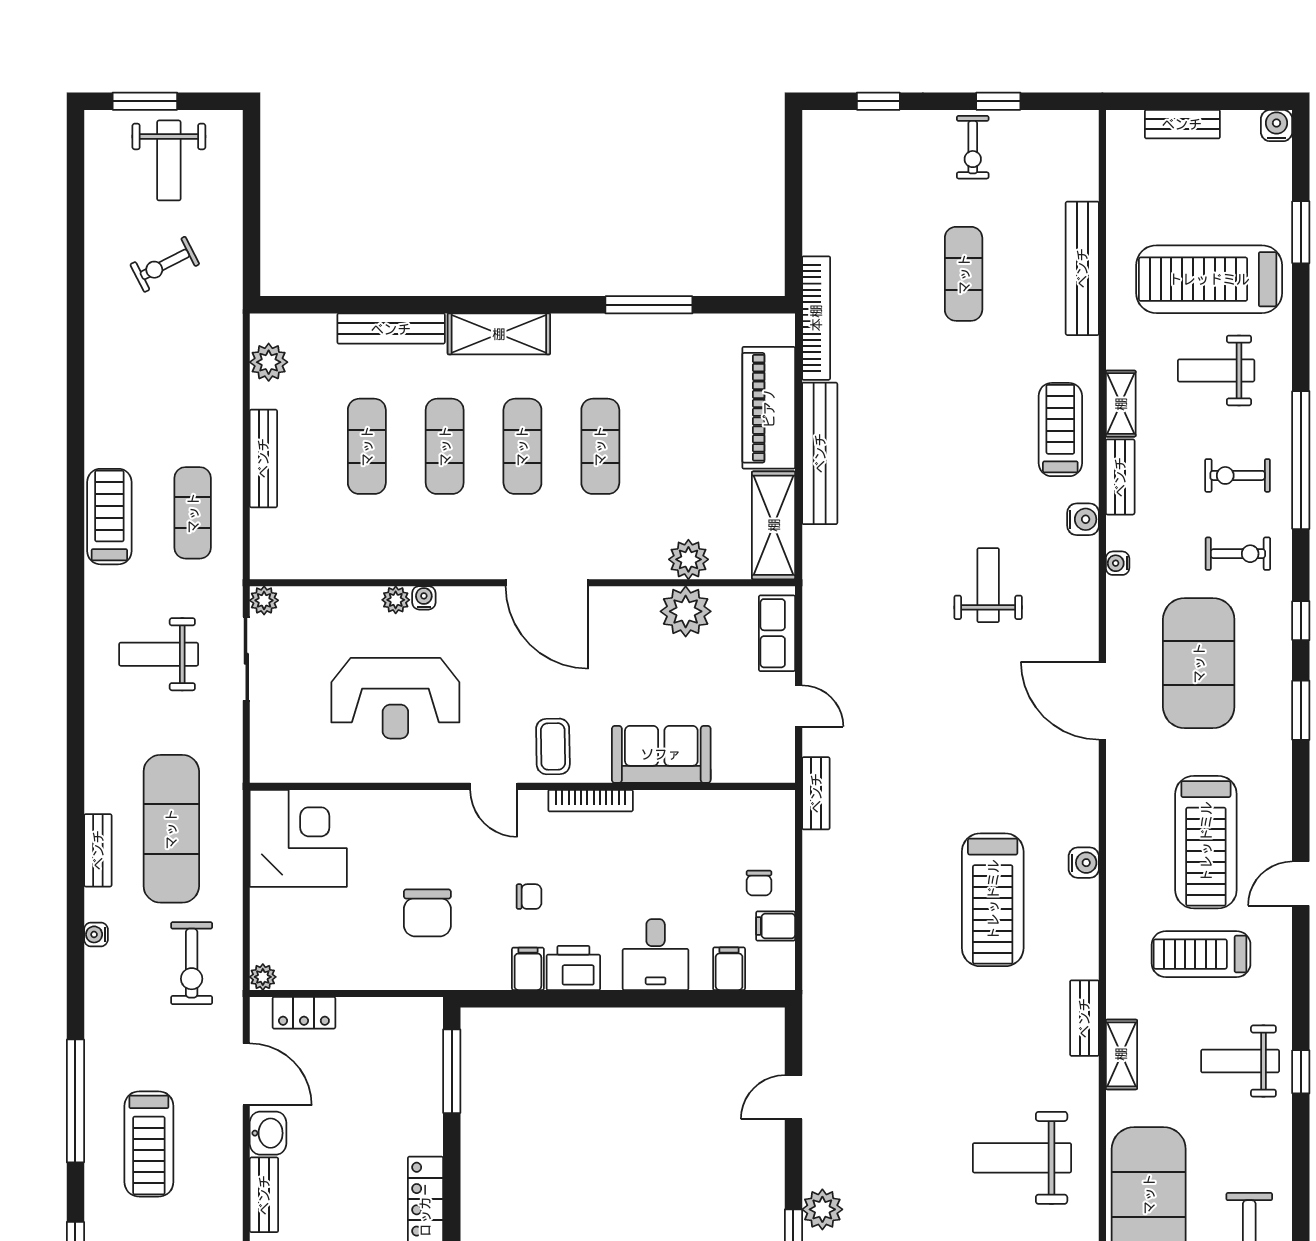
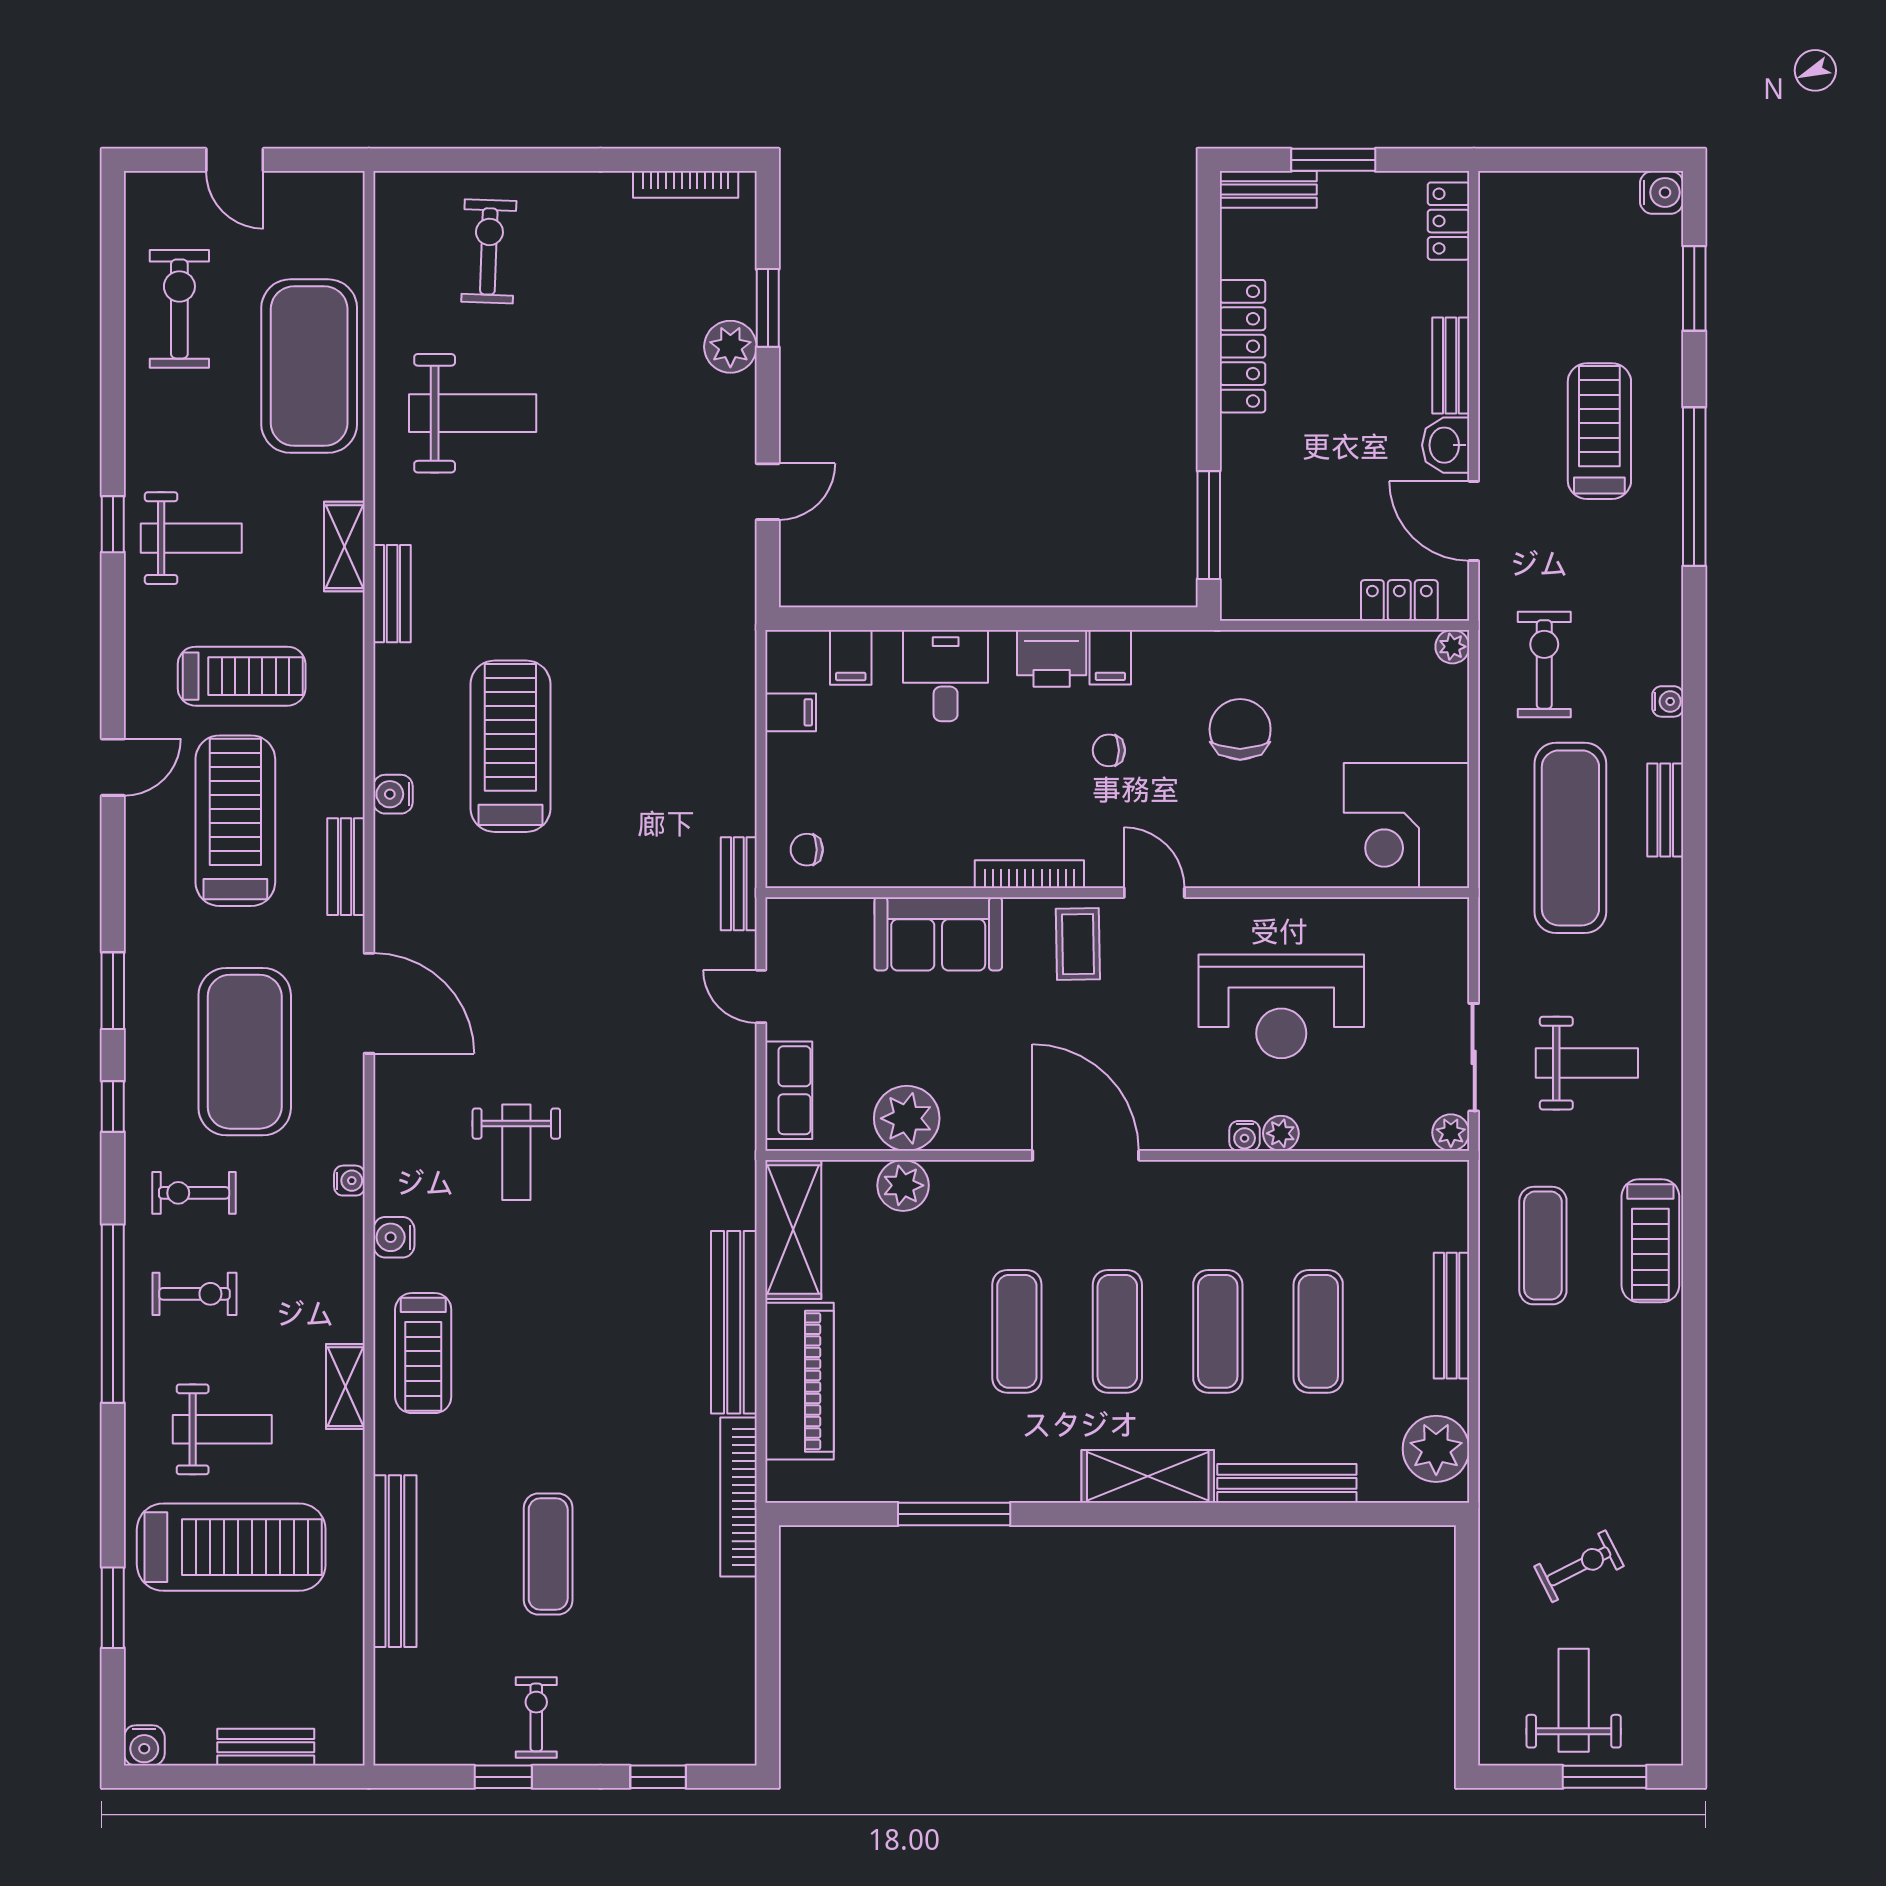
plant: (269, 362) -> (1436, 1449), width x1.36, depth x1.36
bench: (1120, 477) -> (346, 867), moved
reception desk: (395, 698) -> (1281, 1006), turned 180
chair: (759, 883) -> (807, 850), moved, turned -90

